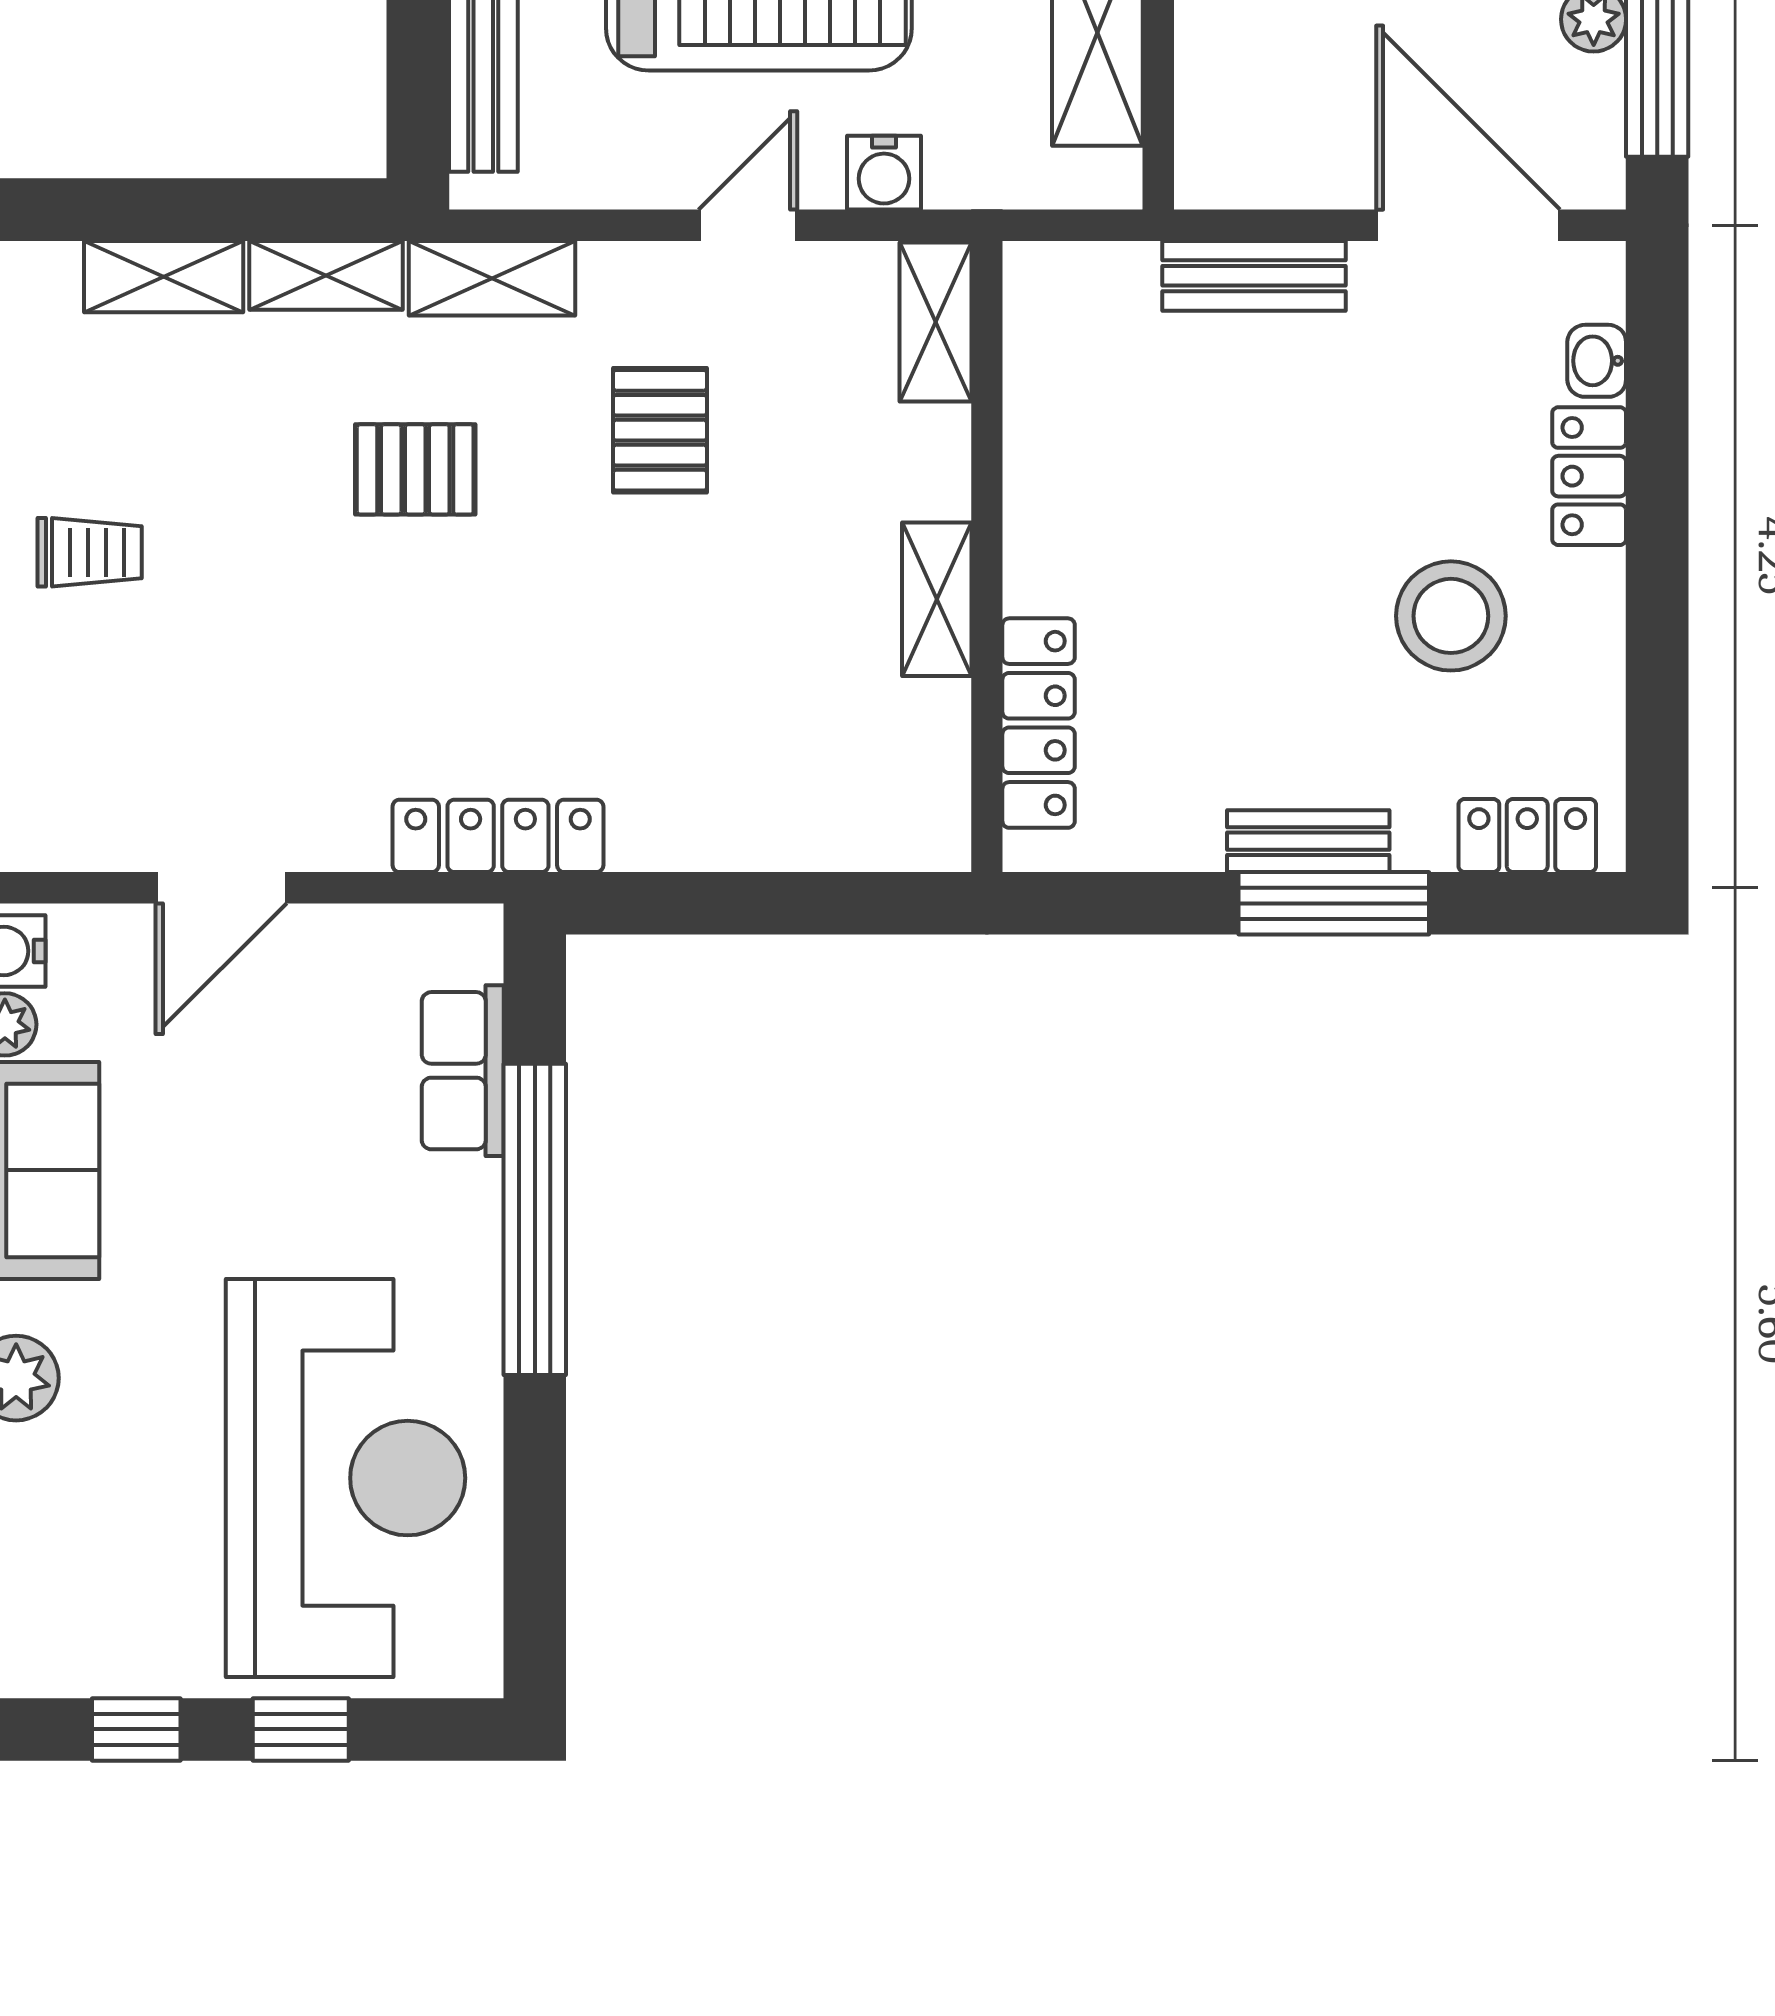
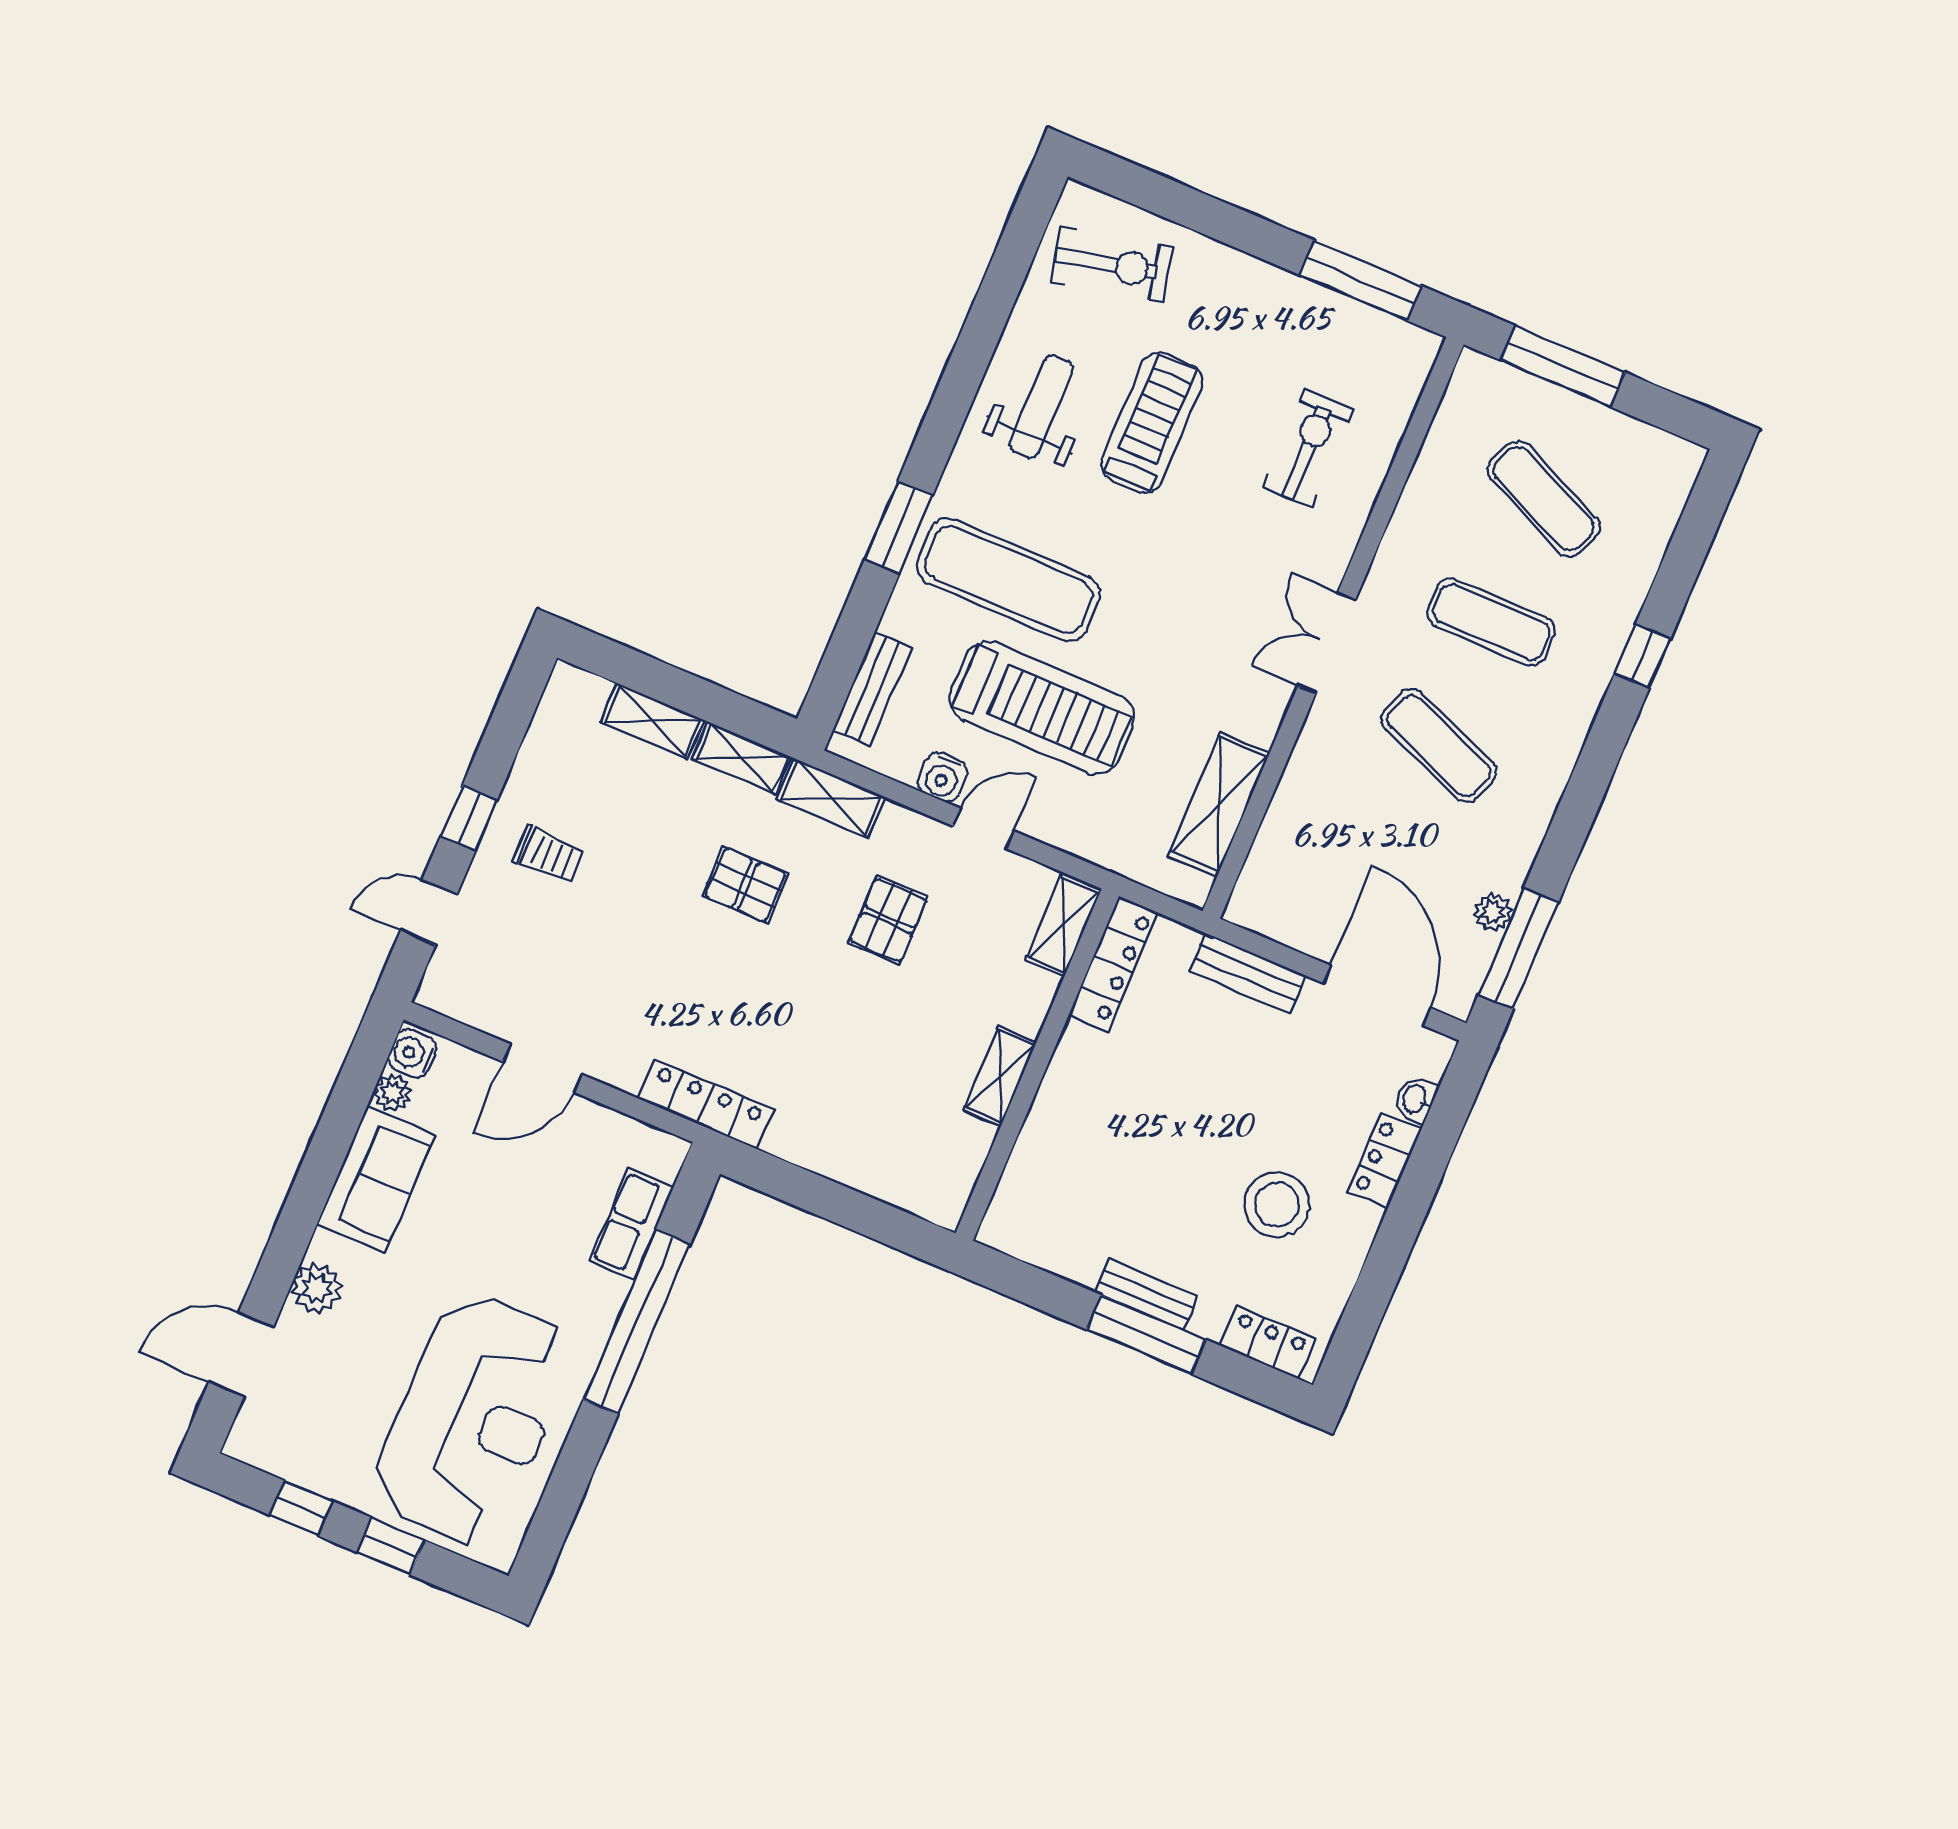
water cooler: (884, 173) -> (943, 777), moved
locker: (1039, 723) -> (1113, 964), moved

